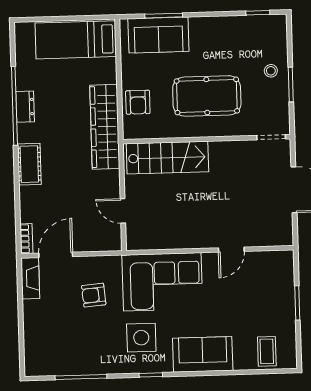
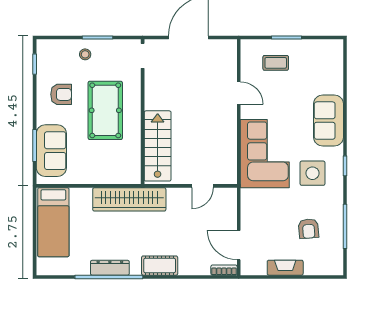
armchair: (138, 102) -> (61, 94), moved
dresser: (25, 107) -> (110, 268), width x1.44
fireplace: (30, 278) -> (285, 268), moved
armchair: (94, 295) -> (309, 229), moved
coffee table: (267, 351) -> (276, 63), moved

